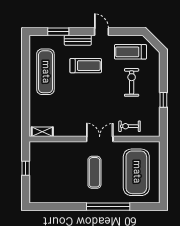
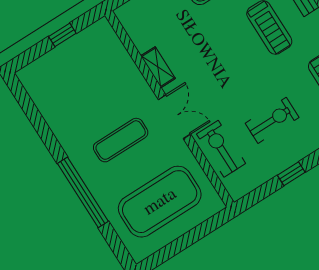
exercise bike: (132, 82) -> (272, 120), moved
exercise bike: (130, 126) -> (221, 149), width x1.38, depth x1.39
shelving: (42, 132) -> (158, 67), moved

